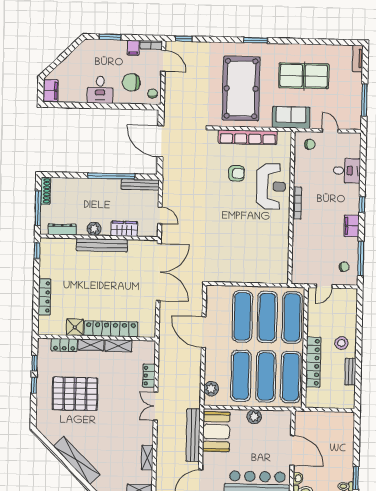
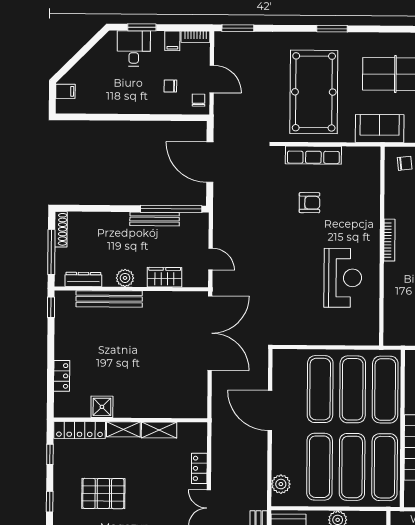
window: (184, 39) -> (238, 28), width x1.50
door: (163, 61) -> (212, 79), moved
chair: (131, 82) -> (170, 86), width x0.54, depth x0.54
desk: (100, 90) -> (134, 48), moved, turned 180
filing cabinet: (51, 91) -> (65, 91), width x0.50
row of seats: (248, 137) -> (313, 155), width x0.73
window: (111, 176) -> (171, 209), moved
bench: (140, 185) -> (155, 219), moved
reception desk: (271, 186) -> (343, 278), moved
bench: (102, 245) -> (109, 299), moved
locker: (45, 297) -> (62, 376), width x0.66
locker: (111, 329) -> (149, 408), removed
locker: (64, 345) -> (80, 430), width x1.53
window: (34, 385) -> (50, 502), moved
pallet: (75, 394) -> (103, 494), width x0.73, depth x0.71

